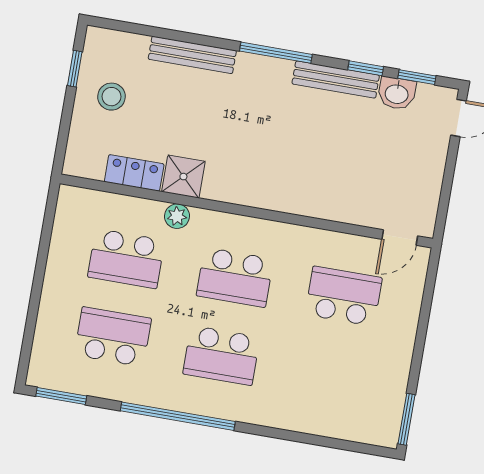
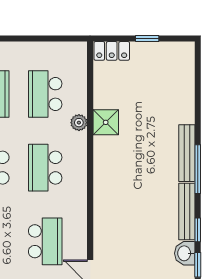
bench: (192, 55) -> (187, 153), moved
window: (75, 69) -> (147, 39), moved
stool: (112, 97) -> (150, 66), removed
locker: (134, 173) -> (112, 51), moved, turned 90

